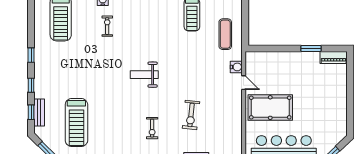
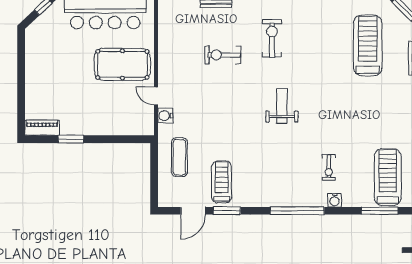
weight bench: (144, 75) -> (282, 106), turned -90
exercise bike: (191, 115) -> (223, 55), turned -96
exercise bike: (152, 128) -> (272, 38), width x1.38, depth x1.39

